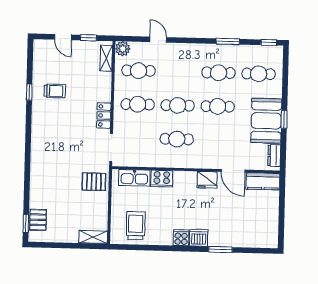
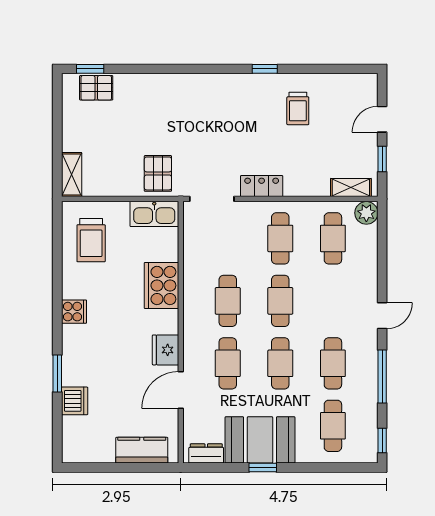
door: (158, 40) -> (382, 316), moved
window: (228, 41) -> (382, 377), width x1.44
window: (29, 92) -> (265, 69), moved
cafe table: (217, 140) -> (228, 363), added
kitchen sink: (134, 178) -> (154, 214), moved, turned -90
cooker: (162, 179) -> (161, 285), width x1.37, depth x1.31
kitchen counter: (263, 181) -> (142, 450), moved, turned 90
trolley: (136, 226) -> (91, 240), turned 90
dishwasher: (199, 238) -> (75, 401), moved

